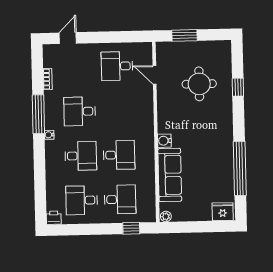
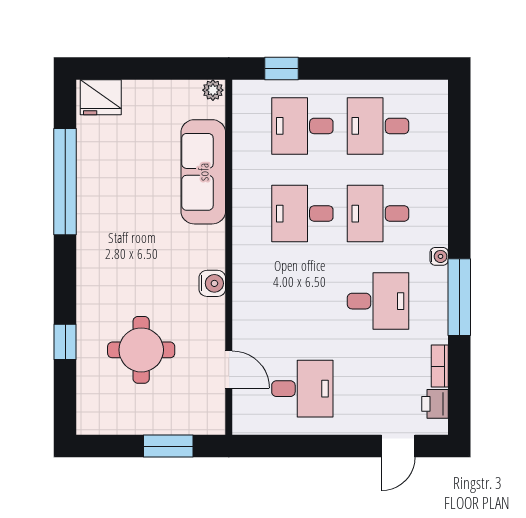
water cooler: (164, 141) -> (212, 283), moved
desk: (82, 200) -> (378, 126), turned 180
printer: (54, 218) -> (435, 404), moved, turned 90

